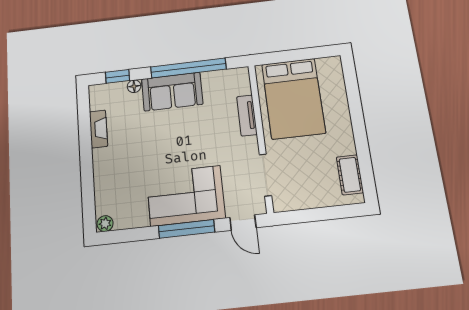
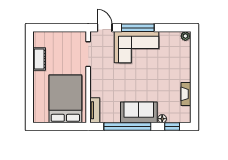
tv unit: (247, 115) -> (95, 110), moved
cot: (350, 175) -> (39, 59), moved

